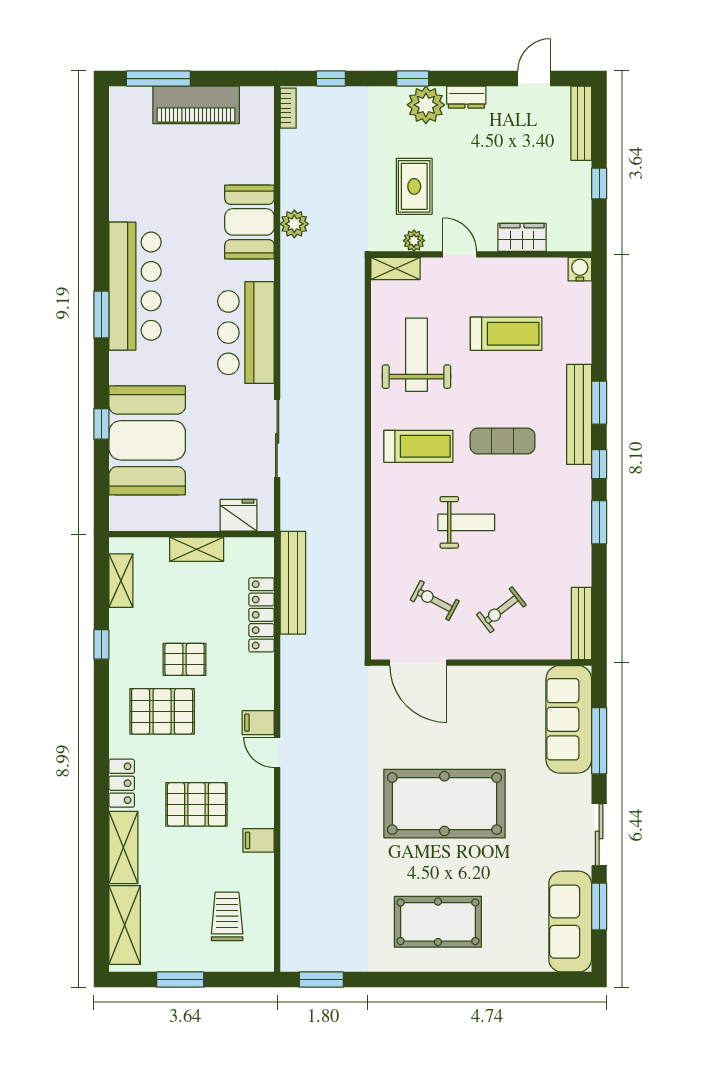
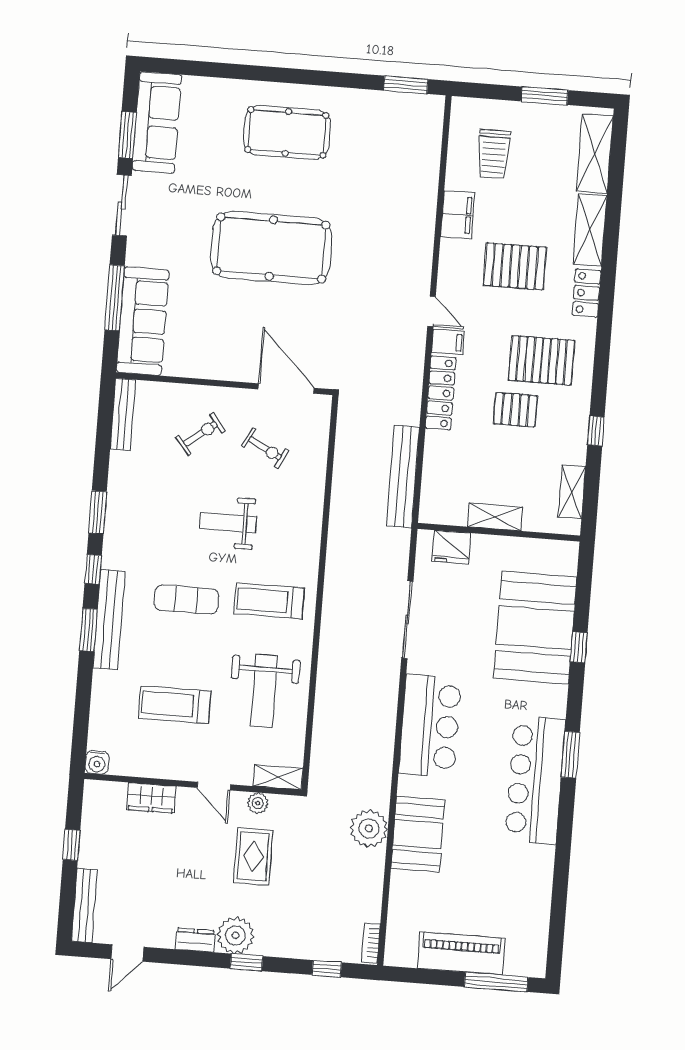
plant: (294, 224) -> (369, 828), width x1.36, depth x1.36
locker: (261, 615) -> (441, 393), moved
filing cabinet: (258, 840) -> (458, 215), width x2.00

